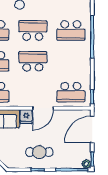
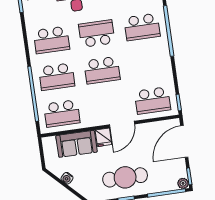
school desk: (33, 61) -> (102, 70), turned 180
cafe table: (39, 152) -> (125, 177), width x1.37, depth x1.35

